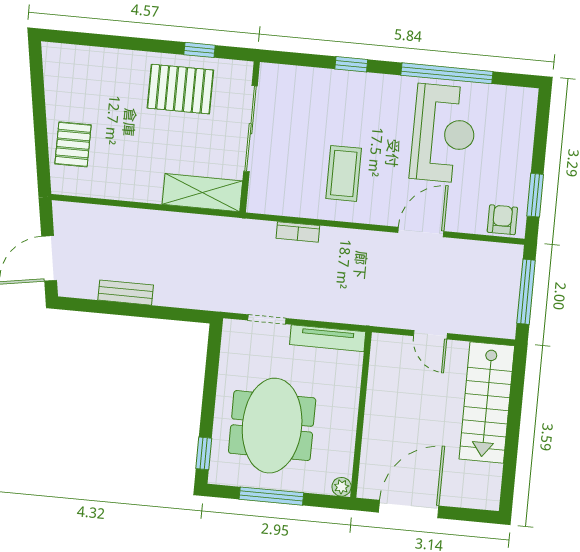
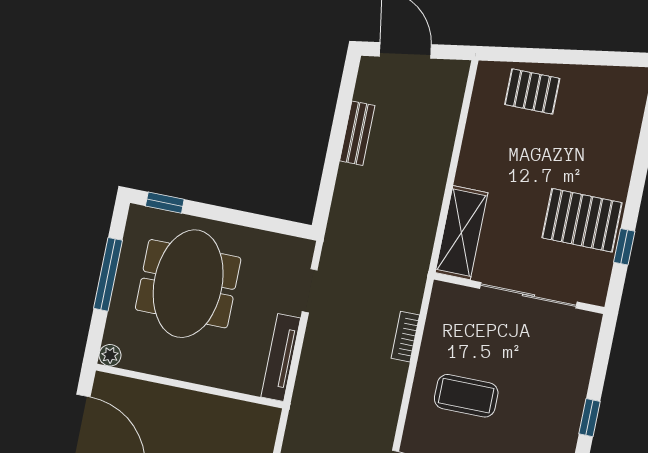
pallet: (180, 89) -> (582, 220), turned 90
meeting table: (272, 426) -> (188, 284), turned 90

